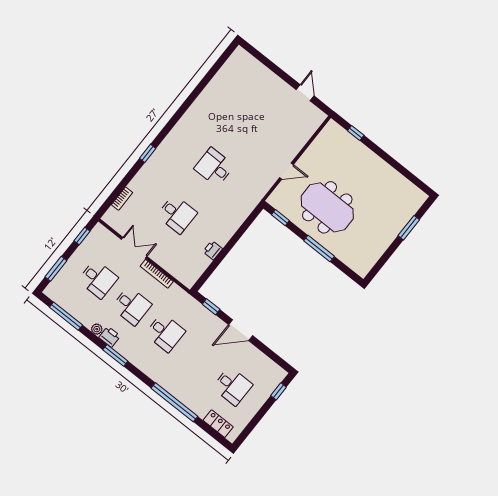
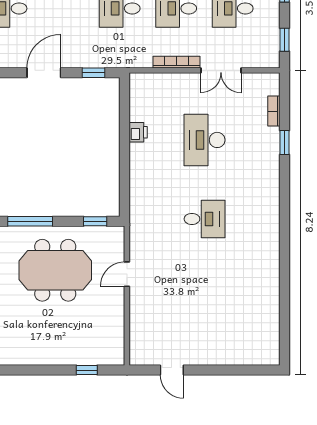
window: (148, 153) -> (284, 143), moved
desk: (177, 214) -> (205, 140), width x1.37

